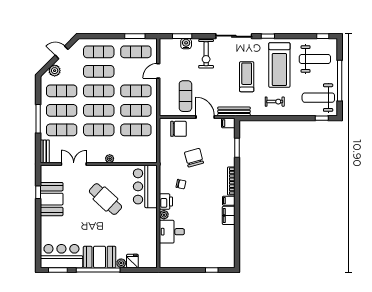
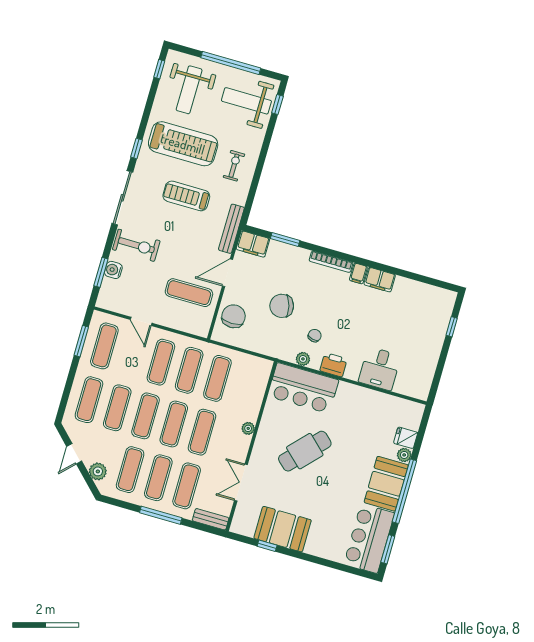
weight bench: (315, 59) -> (189, 90), turned 180
weight bench: (318, 98) -> (246, 101), turned 90
filing cabinet: (228, 123) -> (253, 244), width x2.00
plant: (164, 215) -> (303, 359), moved

